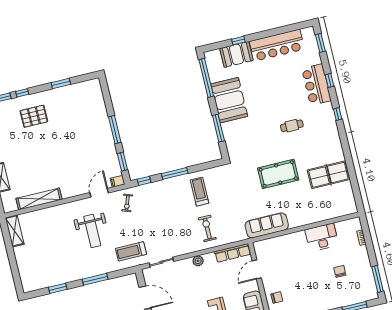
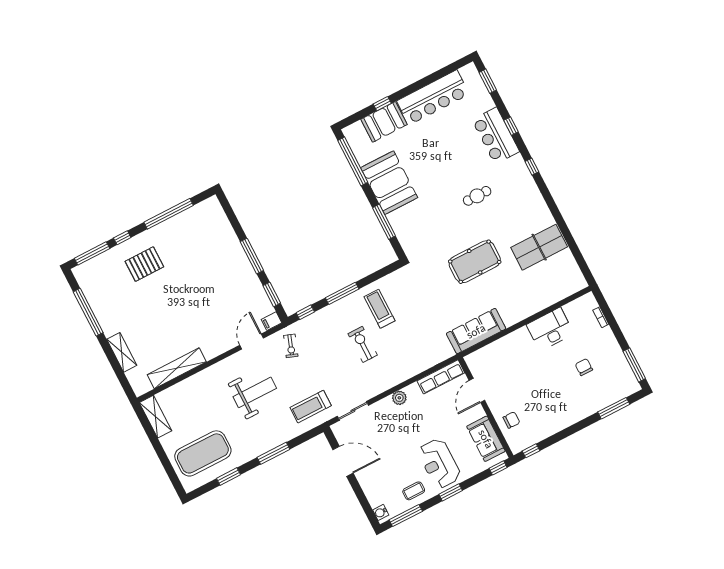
window: (61, 84) -> (169, 214), width x2.11
exercise bike: (207, 228) -> (363, 344), moved
weight bench: (92, 231) -> (255, 392), turned -90
exercise mat: (43, 267) -> (203, 453), added

